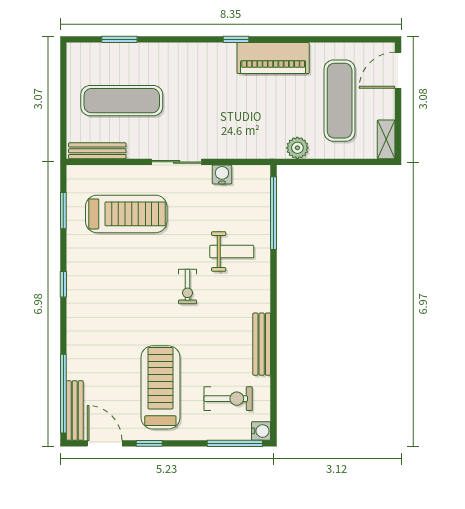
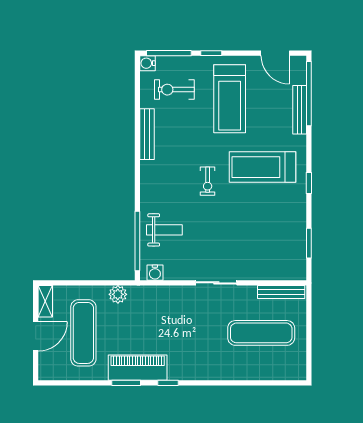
window: (119, 39) -> (126, 383), moved
door: (398, 70) -> (36, 336), moved
water cooler: (222, 174) -> (155, 273), moved
treadmill: (126, 214) -> (263, 167), moved
weight bench: (232, 252) -> (164, 230), moved, turned 180
exercise bike: (187, 287) -> (208, 181), turned 180
bench: (75, 410) -> (300, 110), moved
window: (149, 443) -> (211, 53), moved

